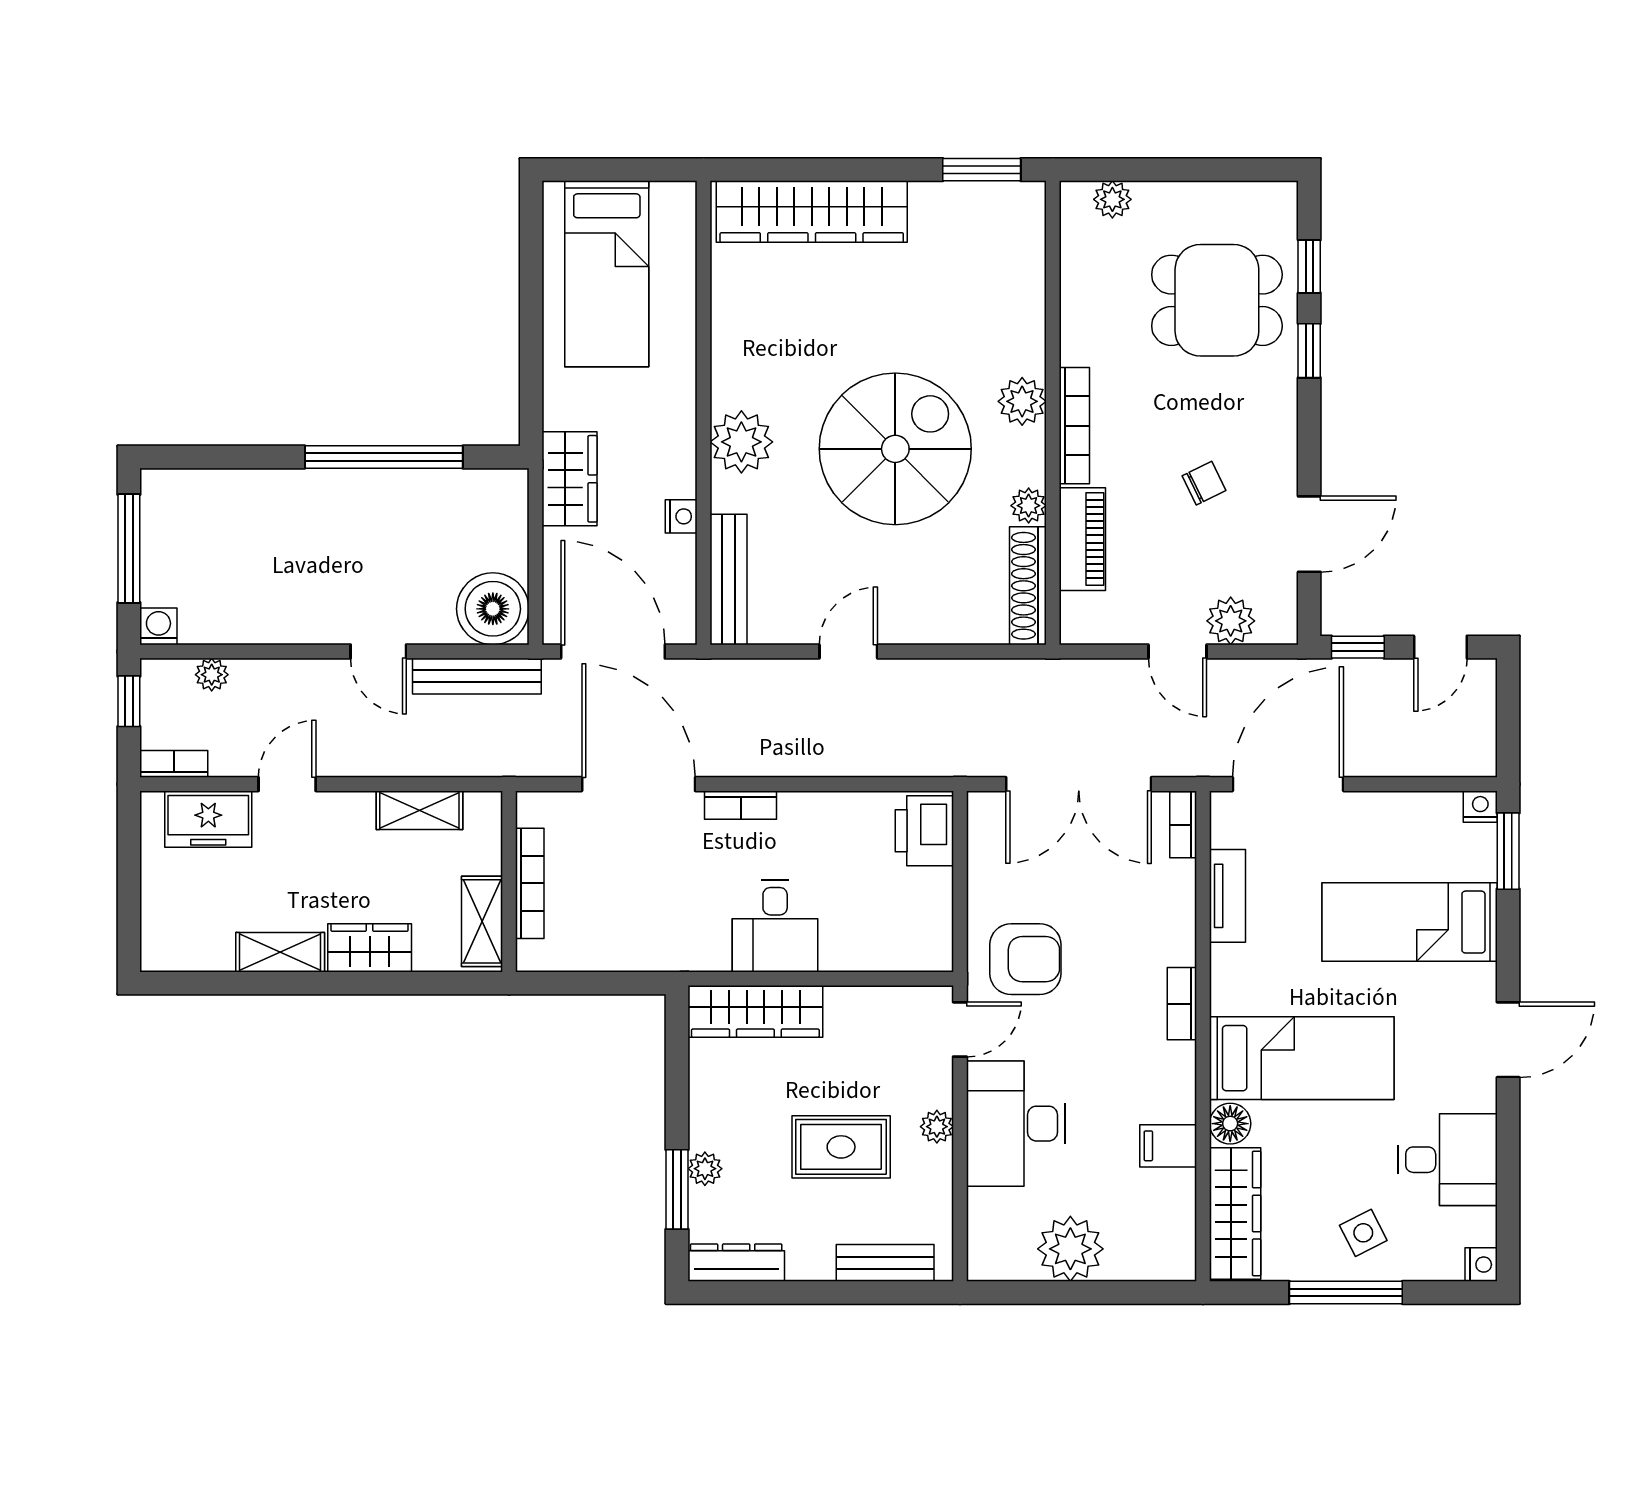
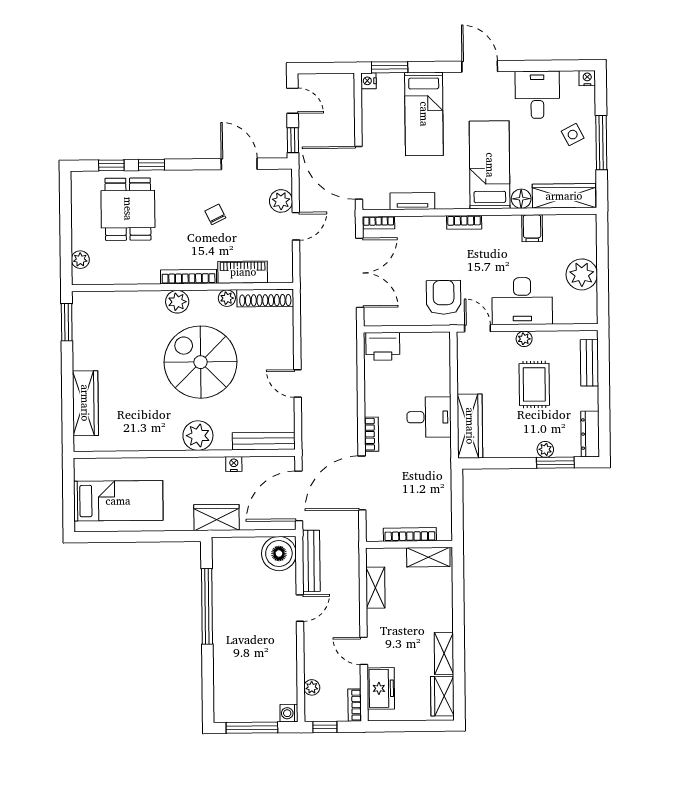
wardrobe: (812, 212) -> (85, 403), width x0.71, depth x0.85
wardrobe: (370, 948) -> (442, 696), moved

